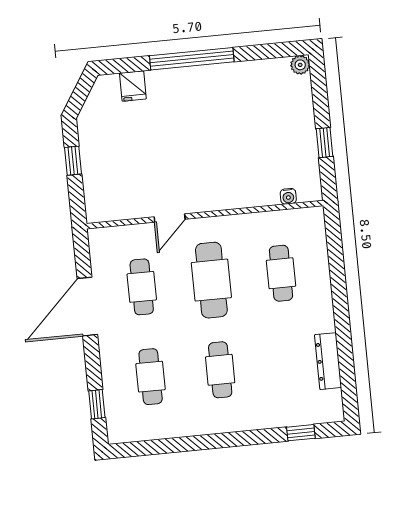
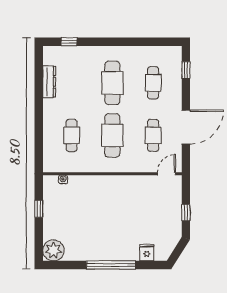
plant: (300, 65) -> (53, 250), width x1.87, depth x1.87
door: (170, 218) -> (167, 174), moved
cafe table: (220, 370) -> (112, 83), width x1.37, depth x1.35

